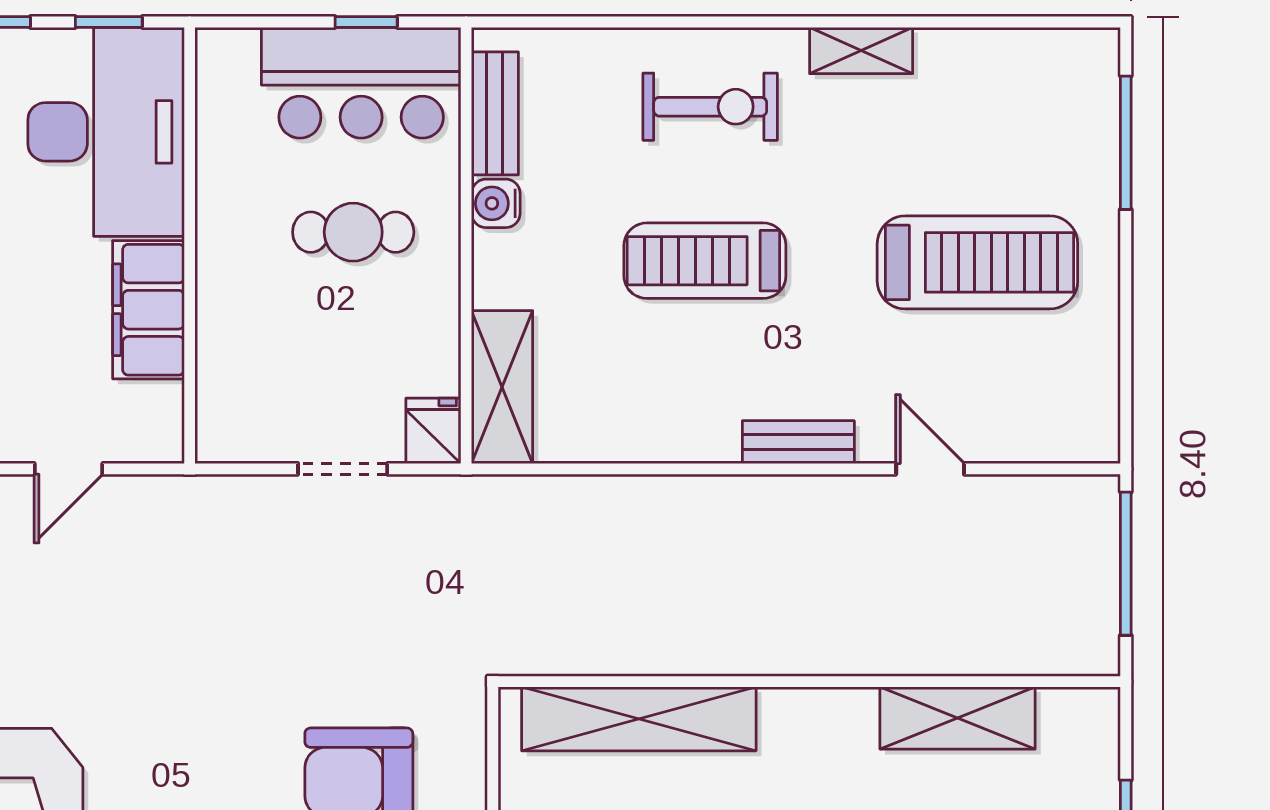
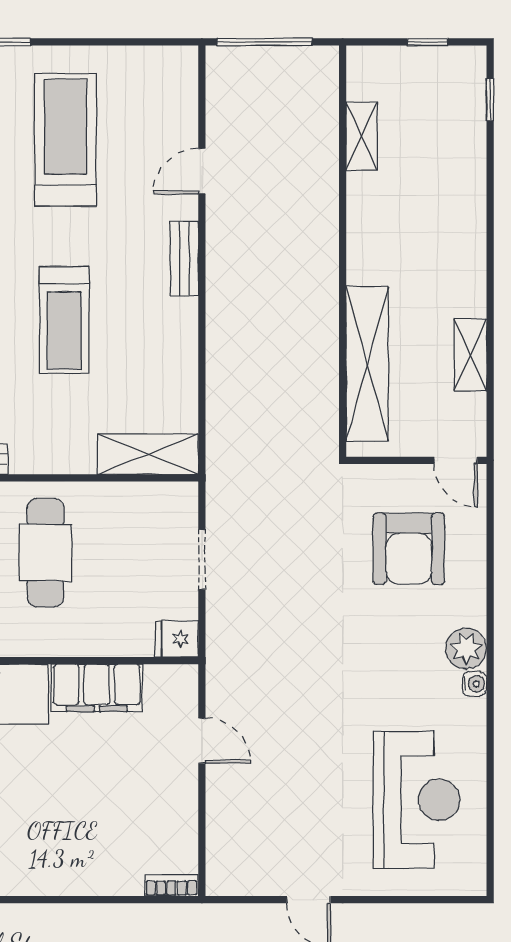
water cooler: (496, 203) -> (26, 458), removed
cafe table: (353, 232) -> (45, 553), width x1.37, depth x1.35
fridge: (433, 431) -> (177, 639), moved
shelving: (957, 718) -> (361, 136), width x0.67, depth x0.75

